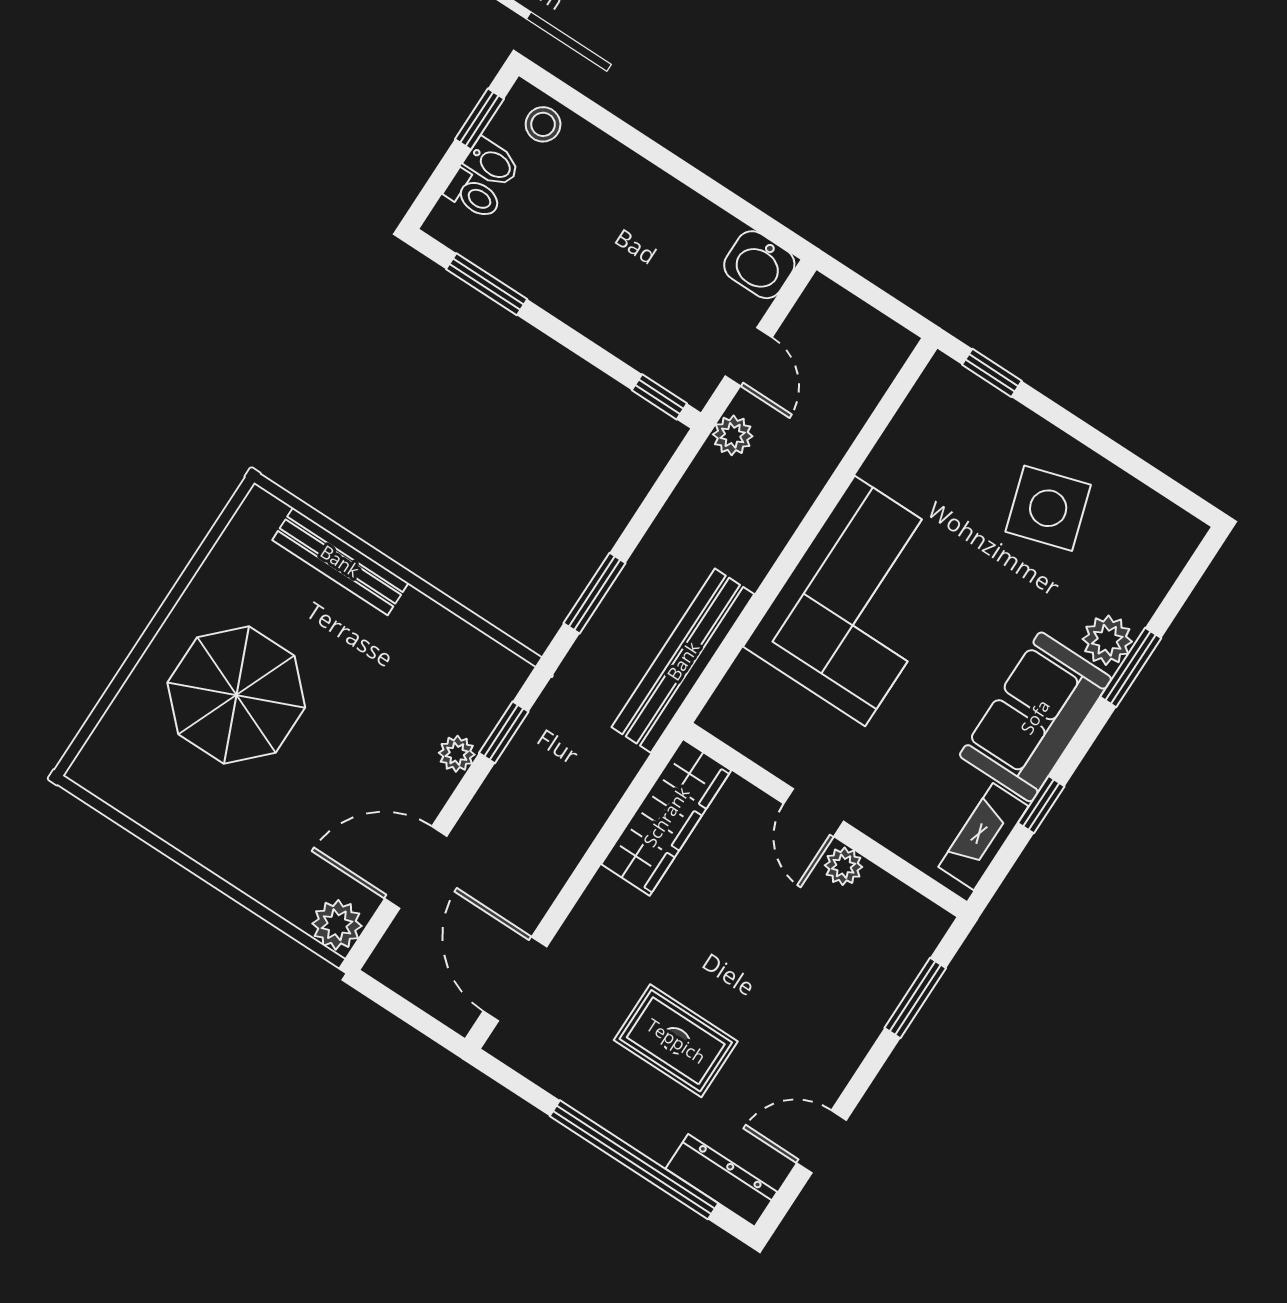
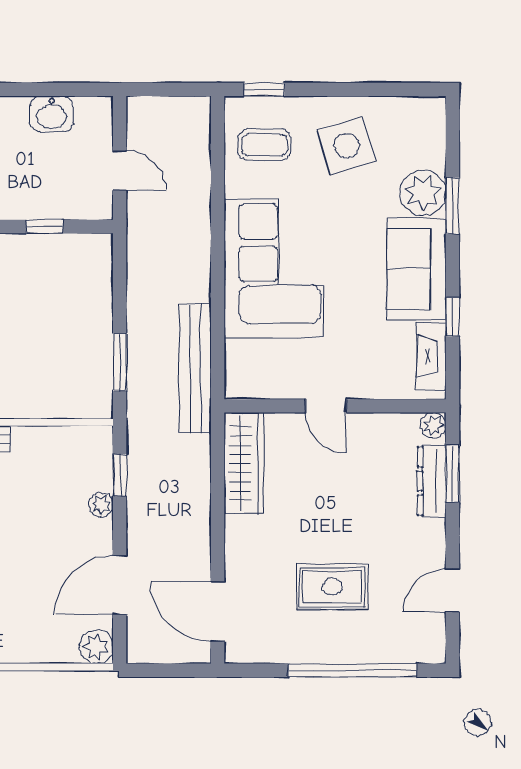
washbasin: (759, 265) -> (52, 114), moved
window: (659, 397) -> (45, 227), moved
plant: (733, 435) -> (140, 221), removed
coffee table: (948, 441) -> (264, 145), added
plant: (1107, 640) -> (423, 193), width x1.36, depth x1.36
plant: (844, 866) -> (433, 425), moved
dresser: (721, 1180) -> (432, 481), moved, turned -90

